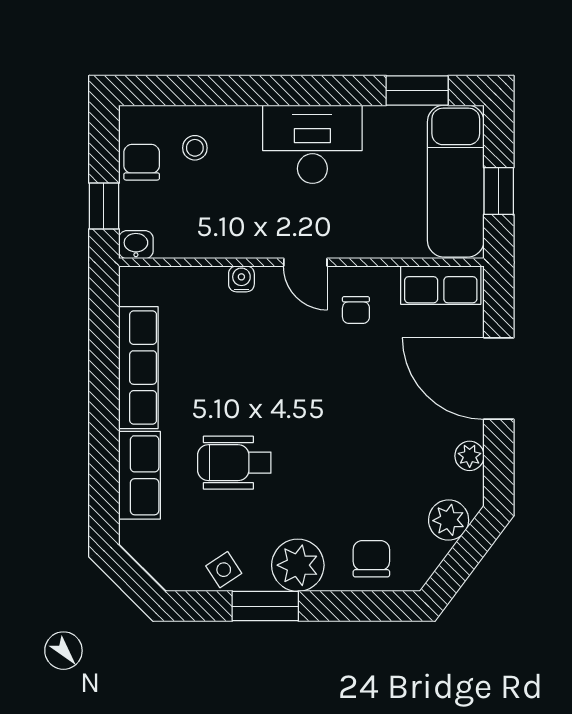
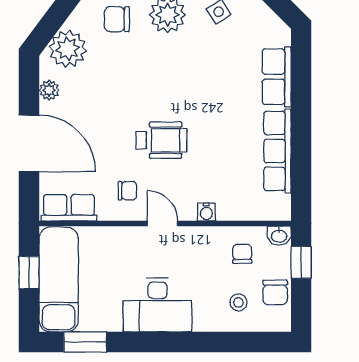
chair: (189, 218) -> (242, 254), added
chair: (356, 310) -> (127, 191), turned 90
wheelchair: (234, 463) -> (162, 140), moved
plant: (449, 520) -> (68, 49), width x1.36, depth x1.36
chair: (371, 559) -> (117, 19), turned 90

